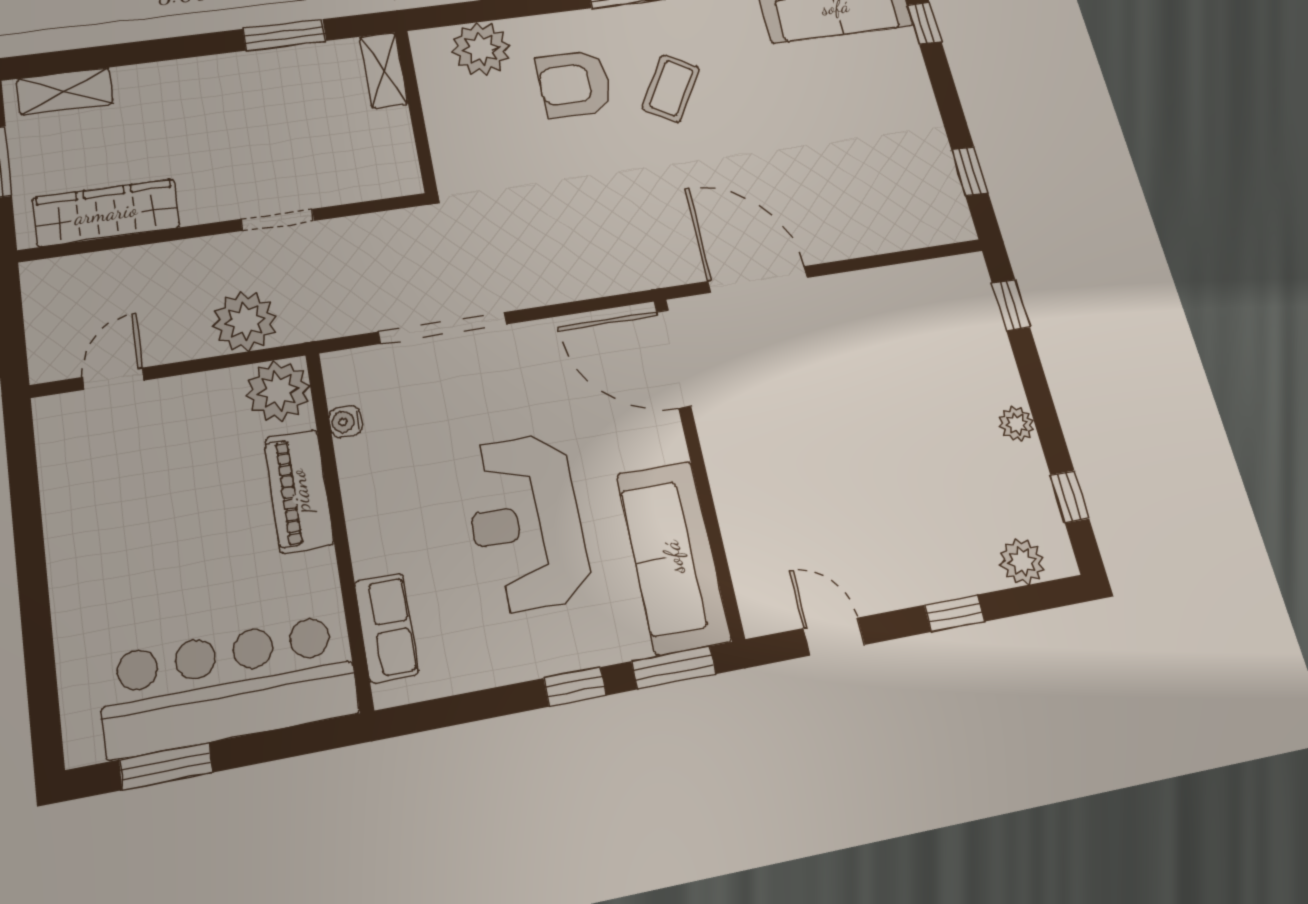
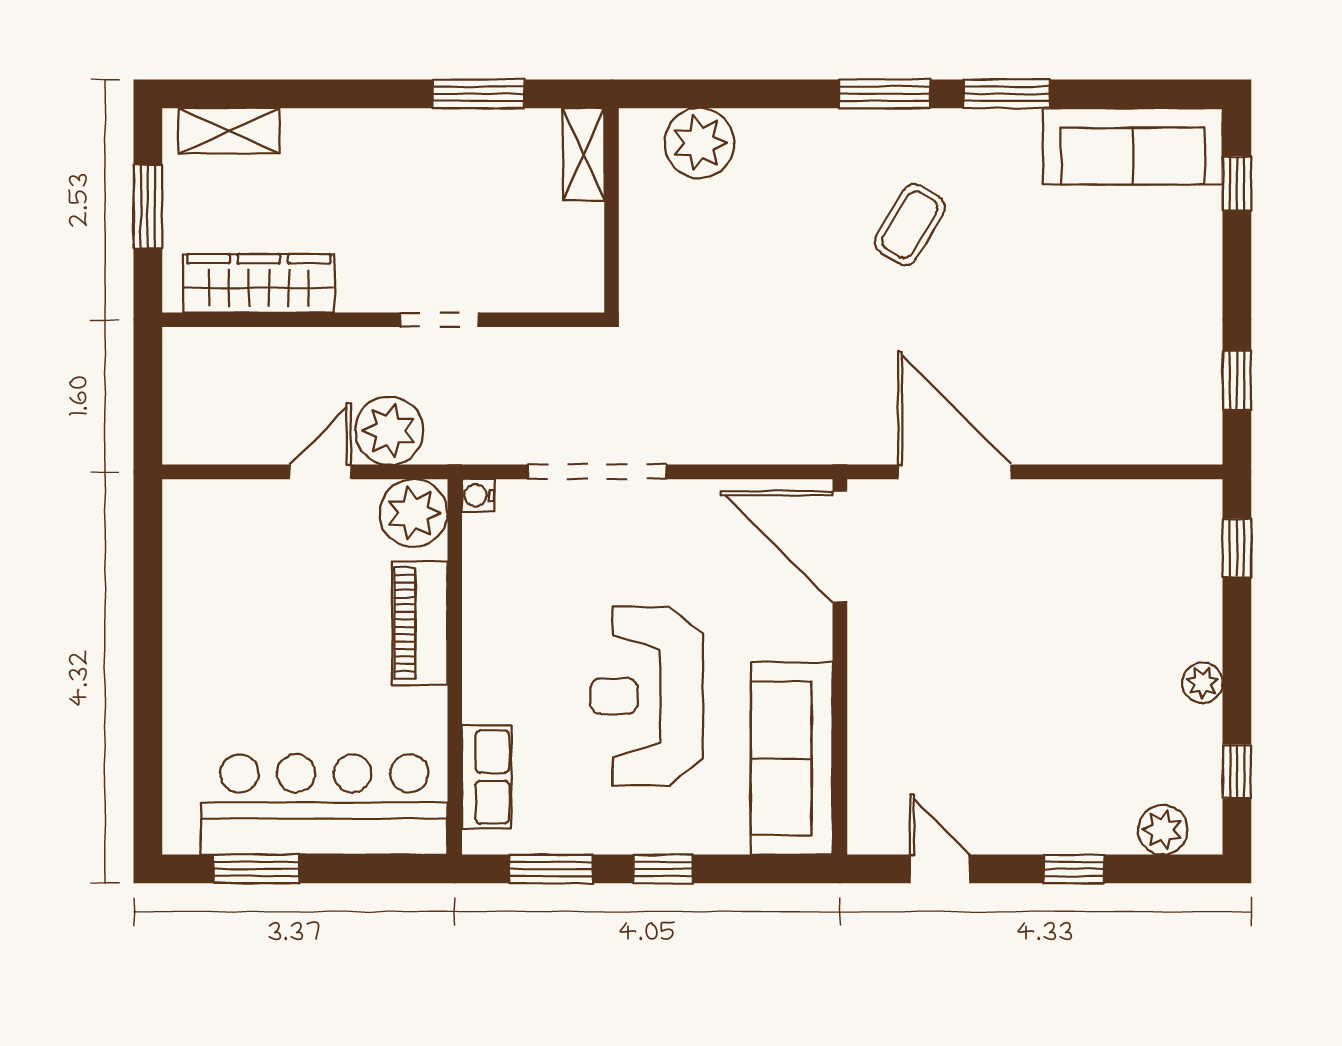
armchair: (575, 84) -> (799, 203), removed
door: (113, 379) -> (320, 472), moved
water cooler: (345, 422) -> (478, 495), moved
window: (674, 668) -> (551, 869), moved

